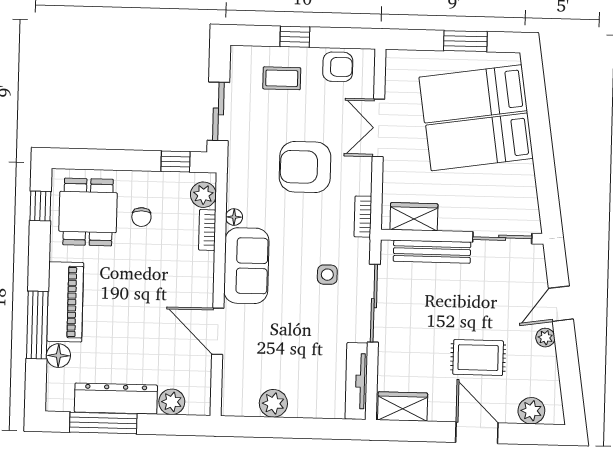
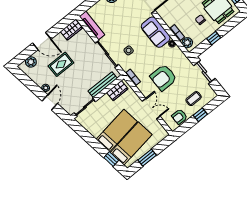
window: (536, 97) -> (111, 159), added
window: (176, 161) -> (214, 38), moved
armchair: (305, 167) -> (163, 78), turned 180

